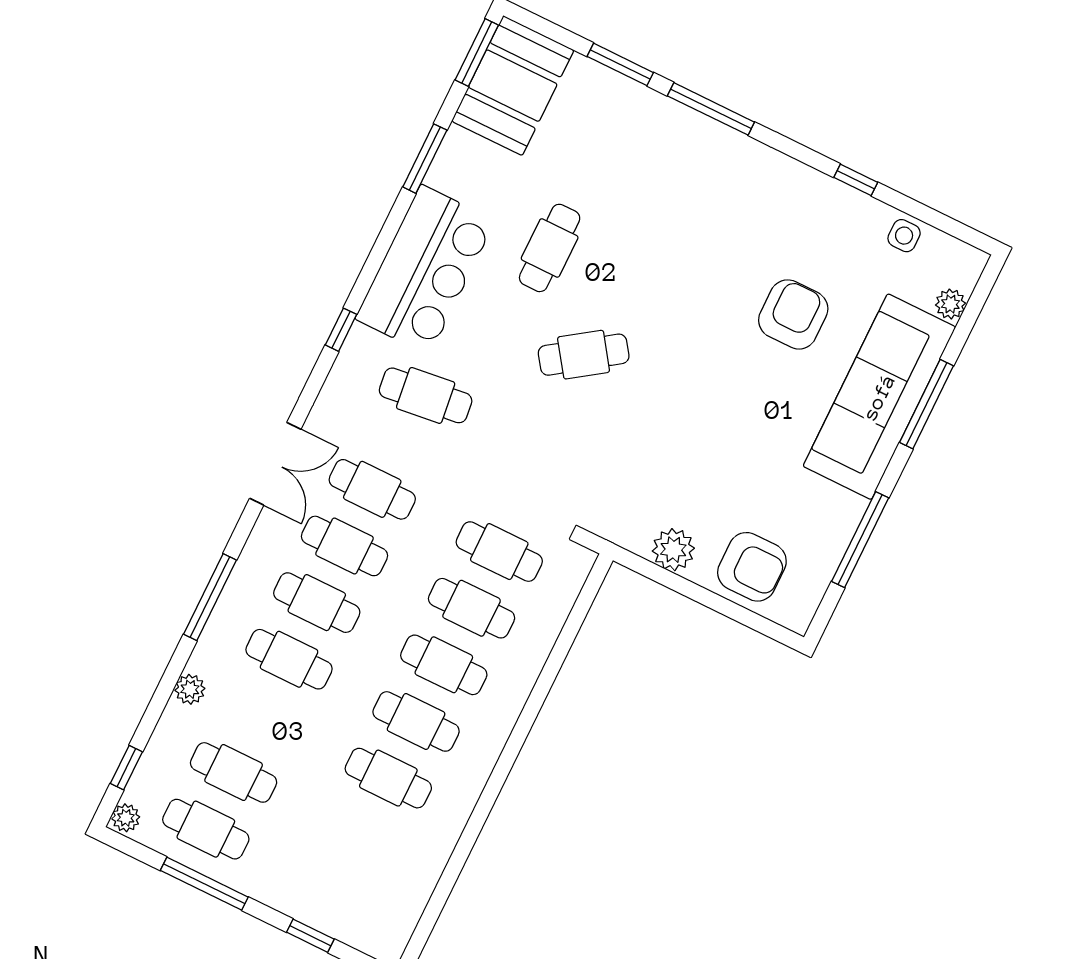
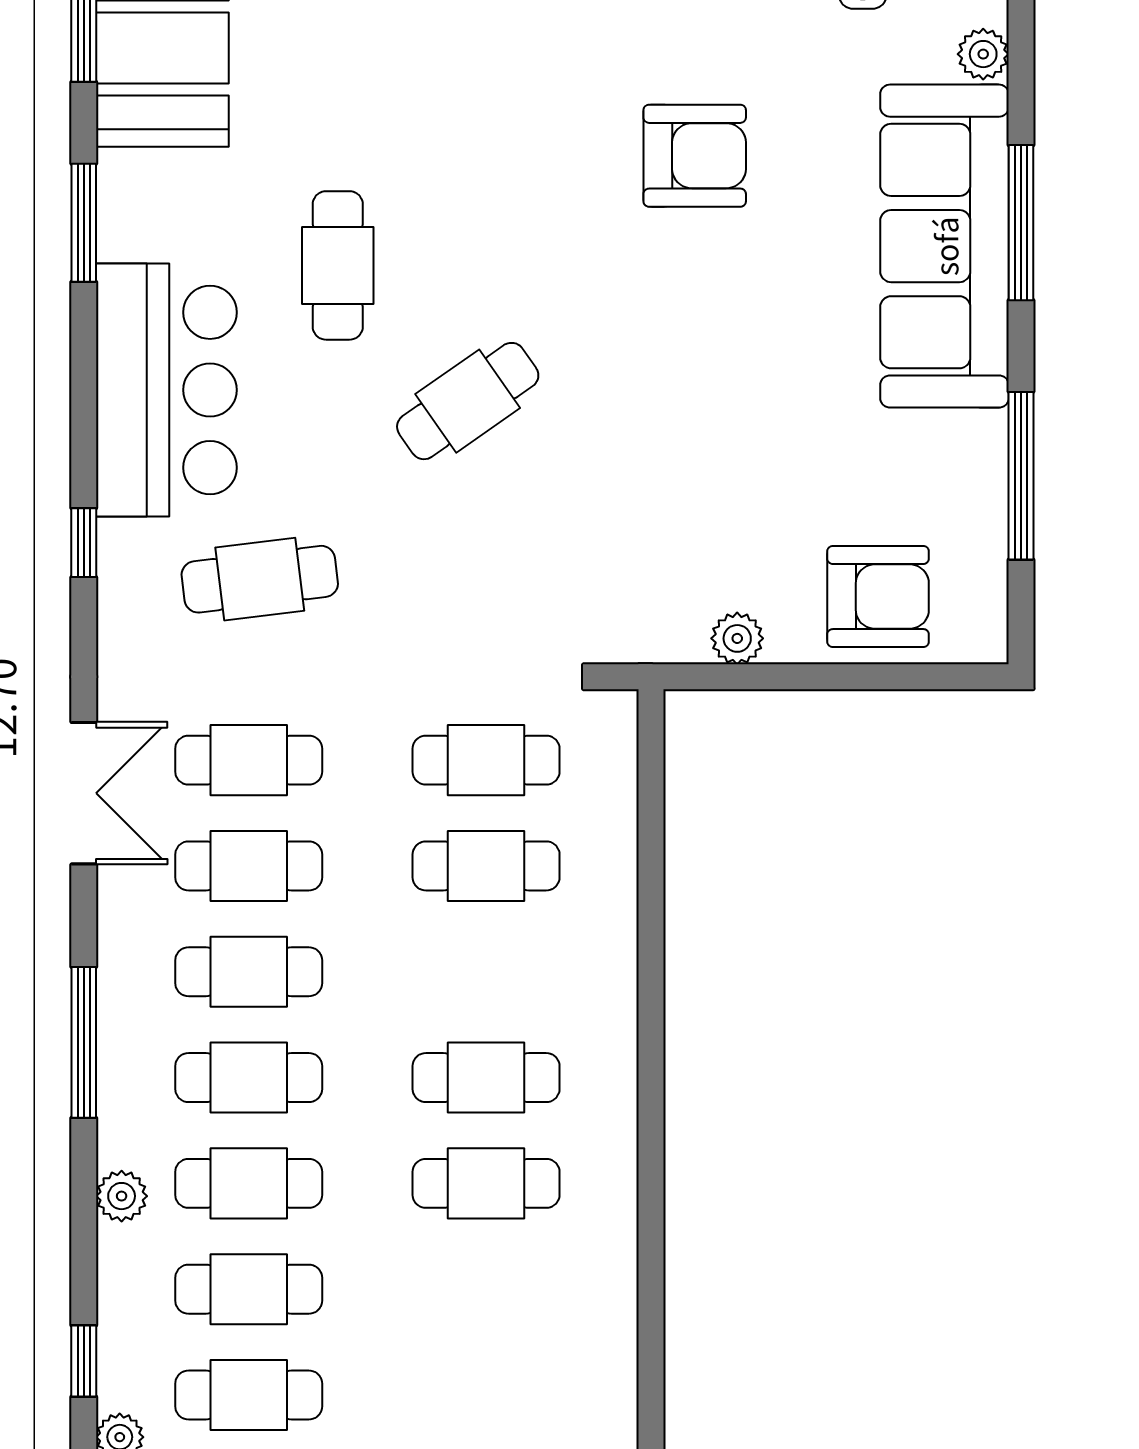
armchair: (793, 314) -> (695, 156), moved, turned 90
plant: (673, 550) -> (737, 638), width x0.73, depth x0.73
cafe table: (444, 665) -> (249, 1183), moved

